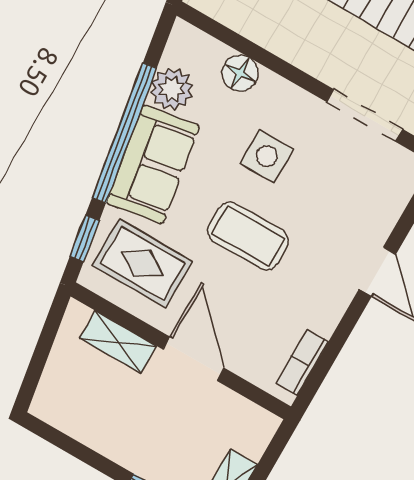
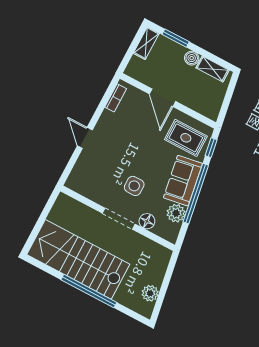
doorway: (365, 116) -> (119, 219), moved
coffee table: (248, 236) -> (141, 151), removed
shelving: (118, 342) -> (213, 69), moved
boiler: (122, 448) -> (192, 58), added

